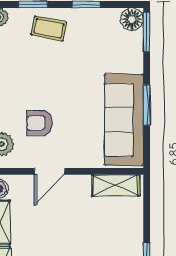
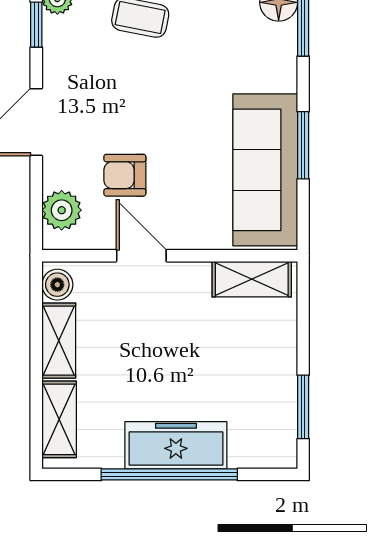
door: (49, 171) -> (141, 256), swing flipped

